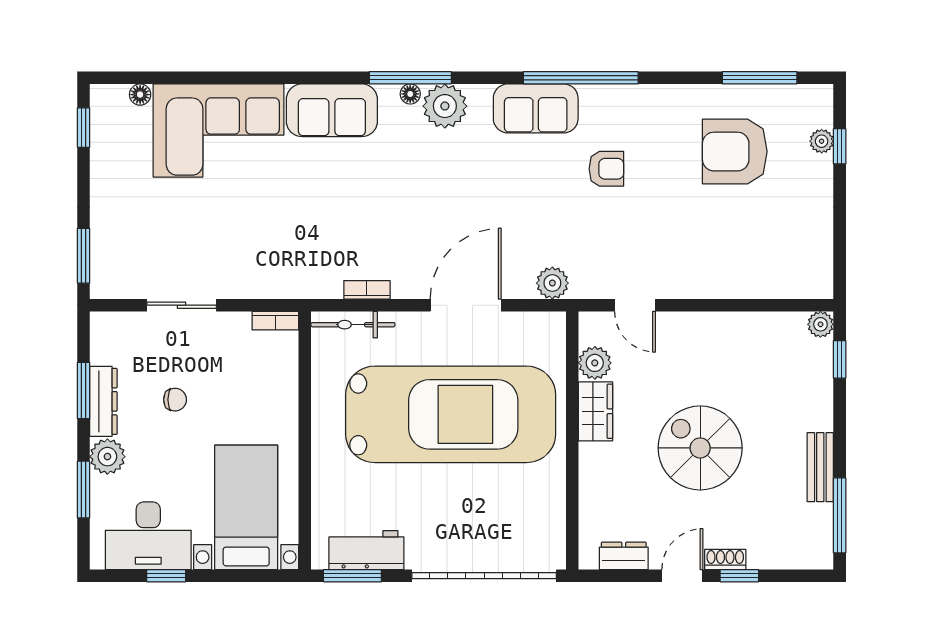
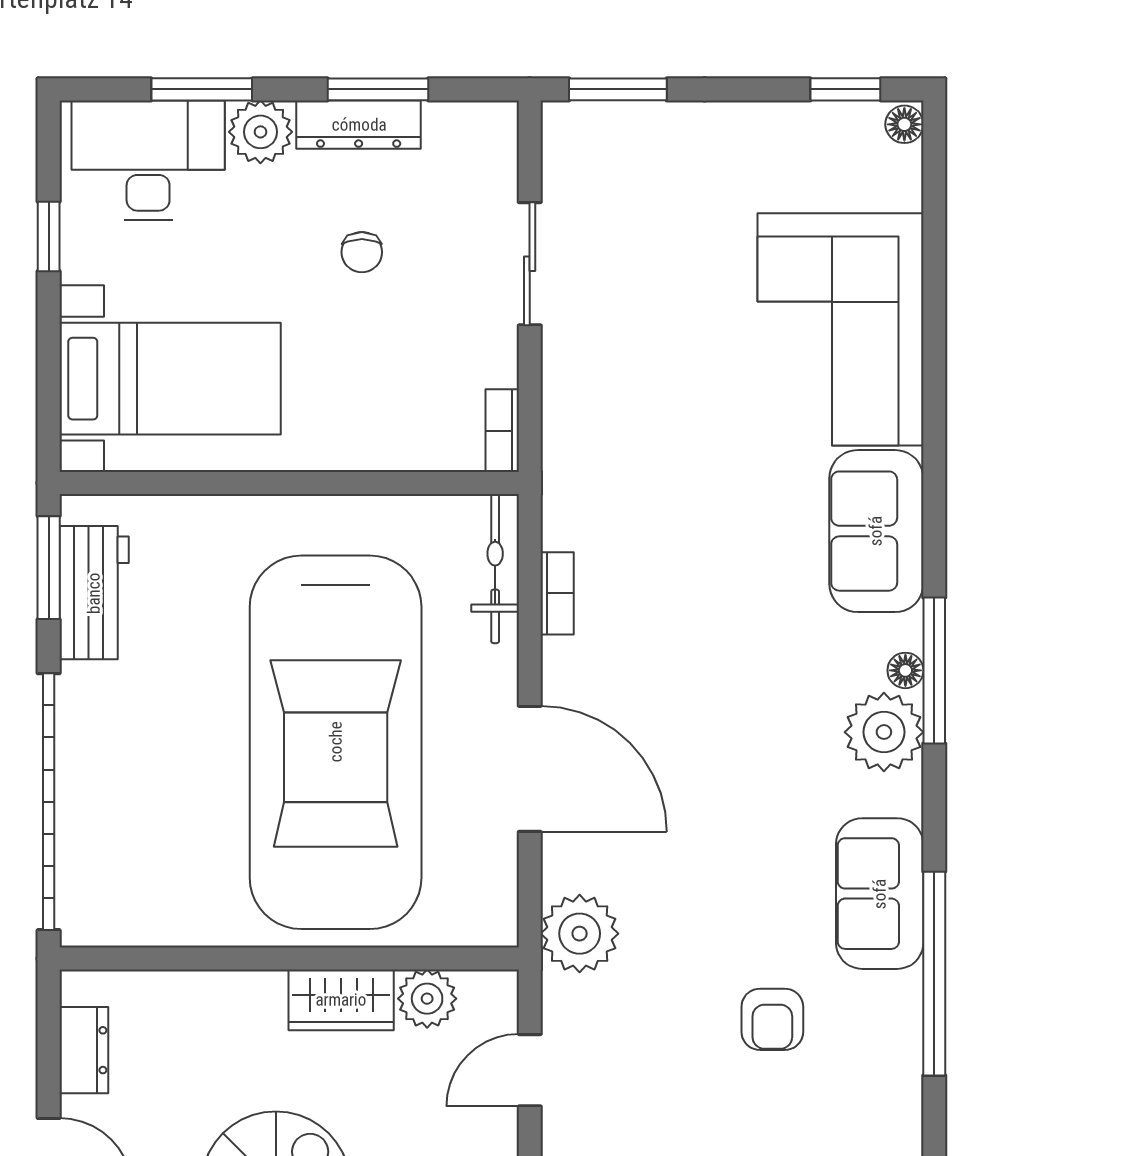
floor lamp: (140, 95) -> (904, 124), moved
plant: (552, 283) -> (580, 934), width x1.36, depth x1.36
desk: (148, 536) -> (148, 160), moved, turned 90

